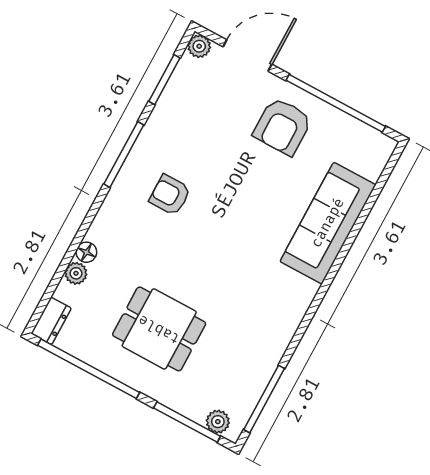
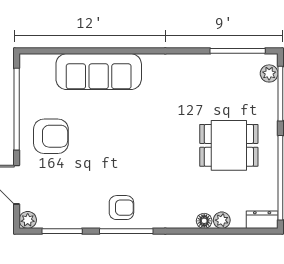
armchair: (170, 195) -> (121, 208), moved, turned -90
dining table: (159, 329) -> (229, 145), turned 90

